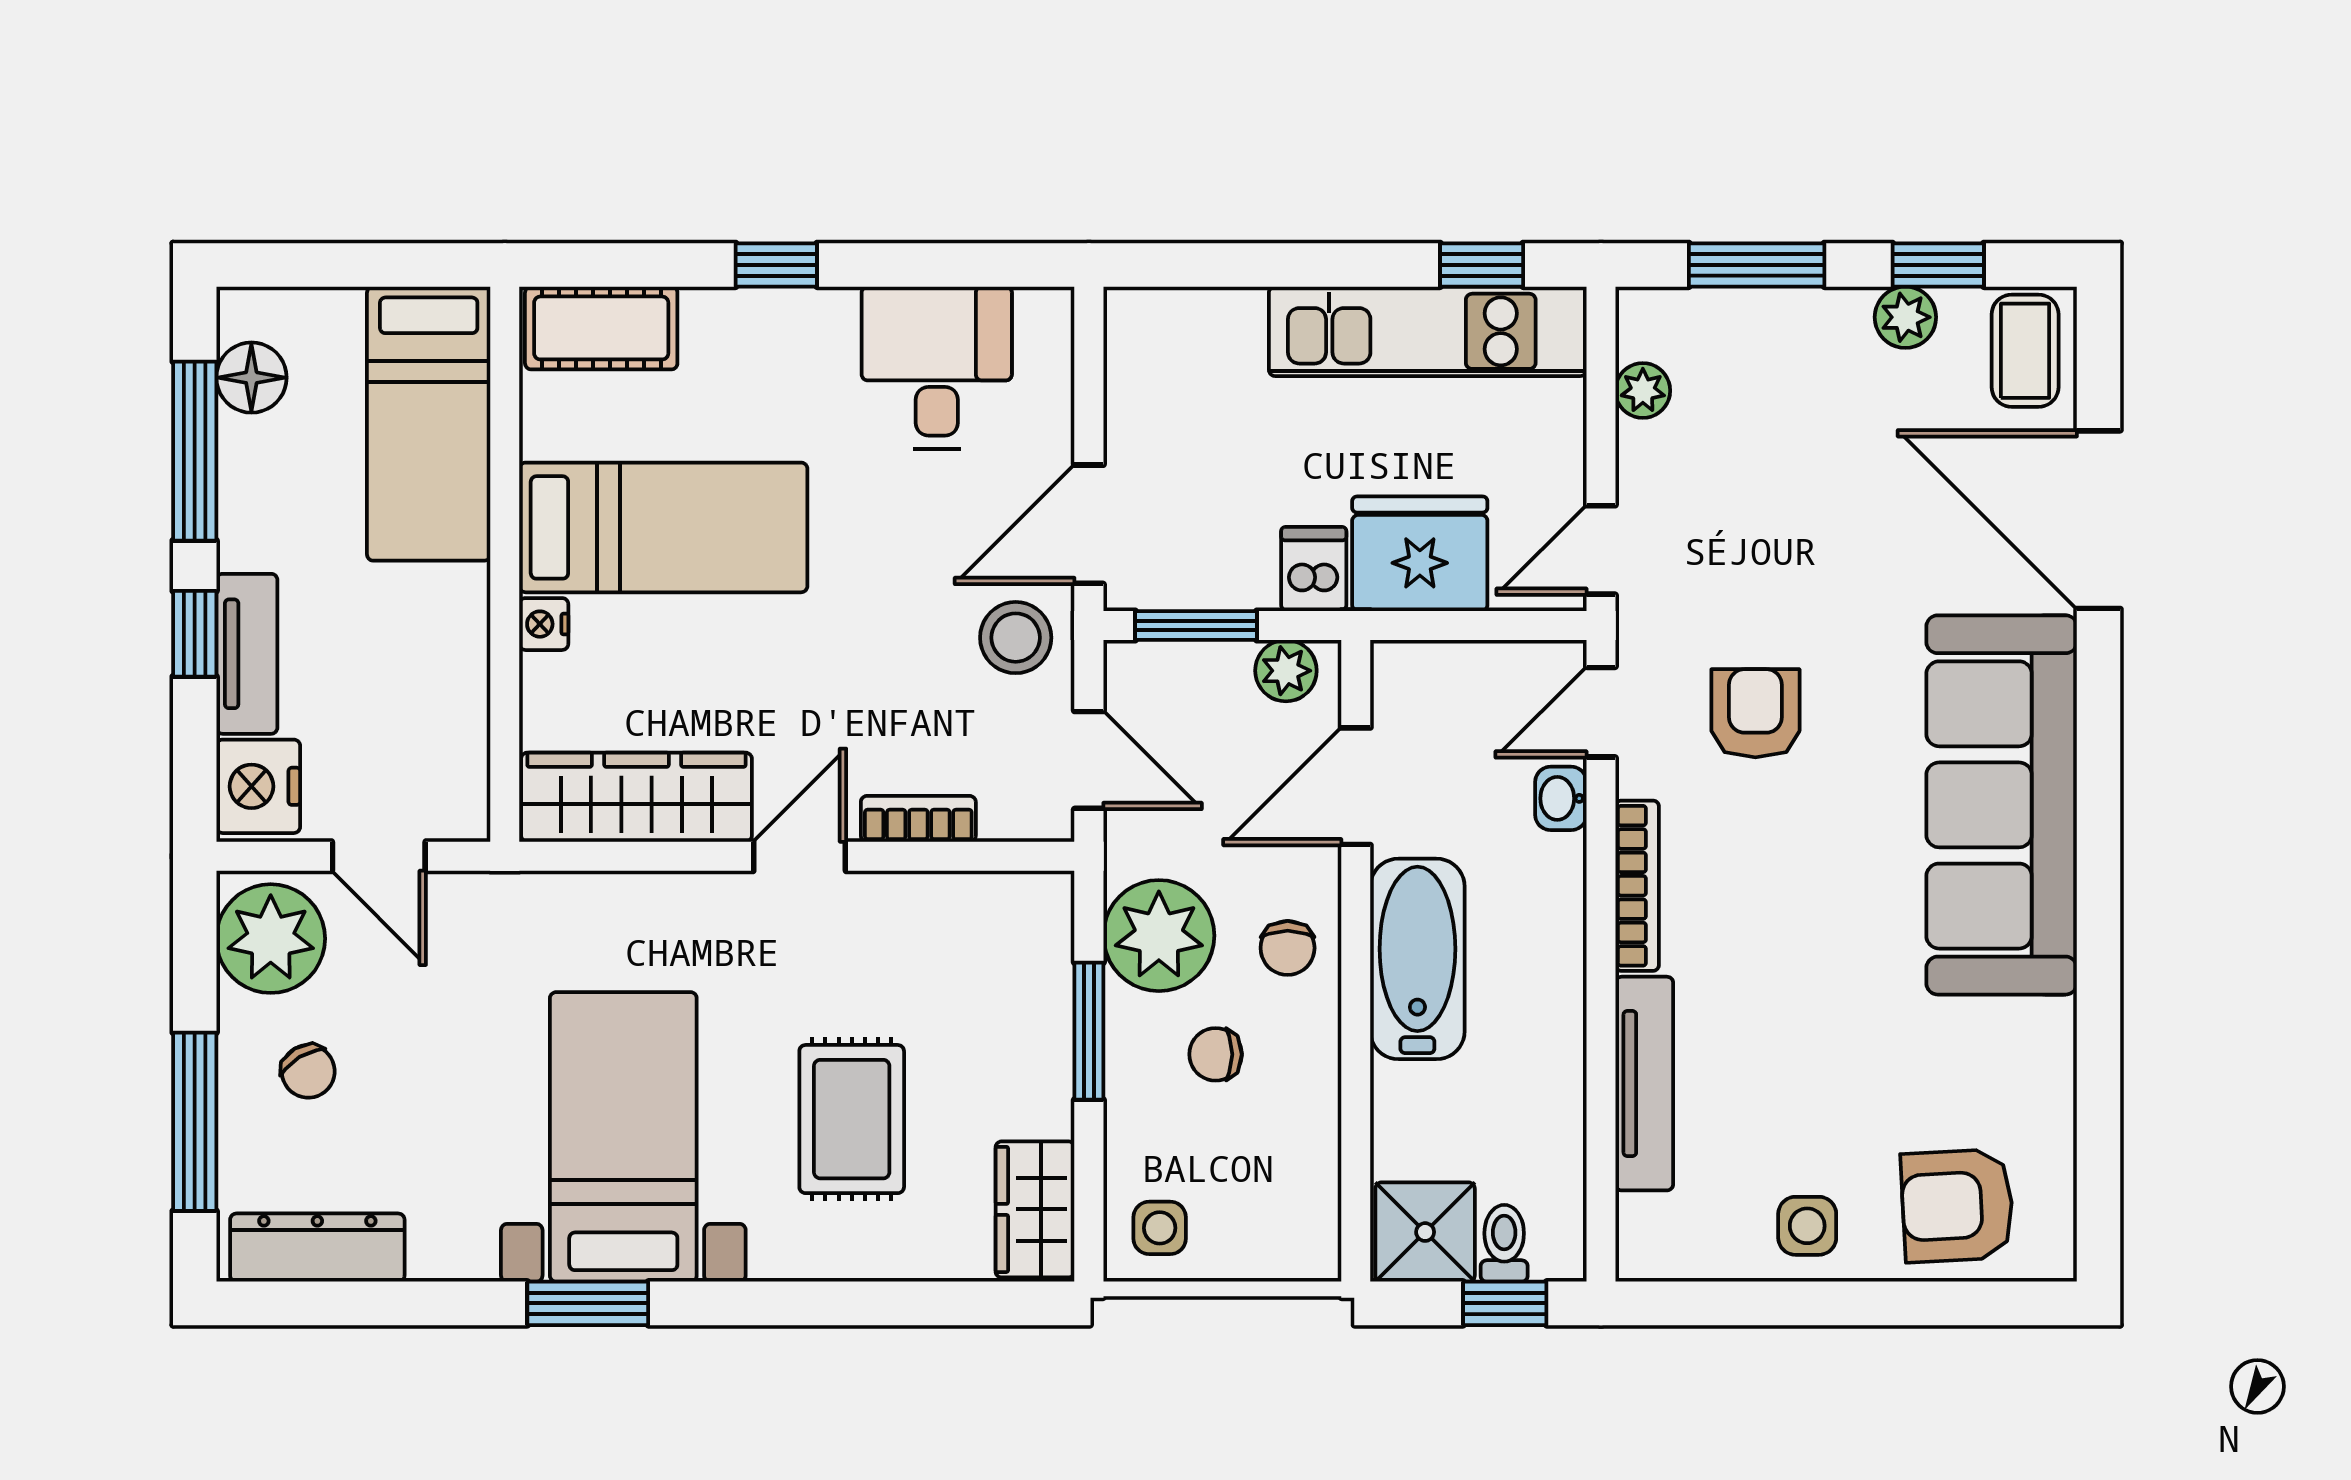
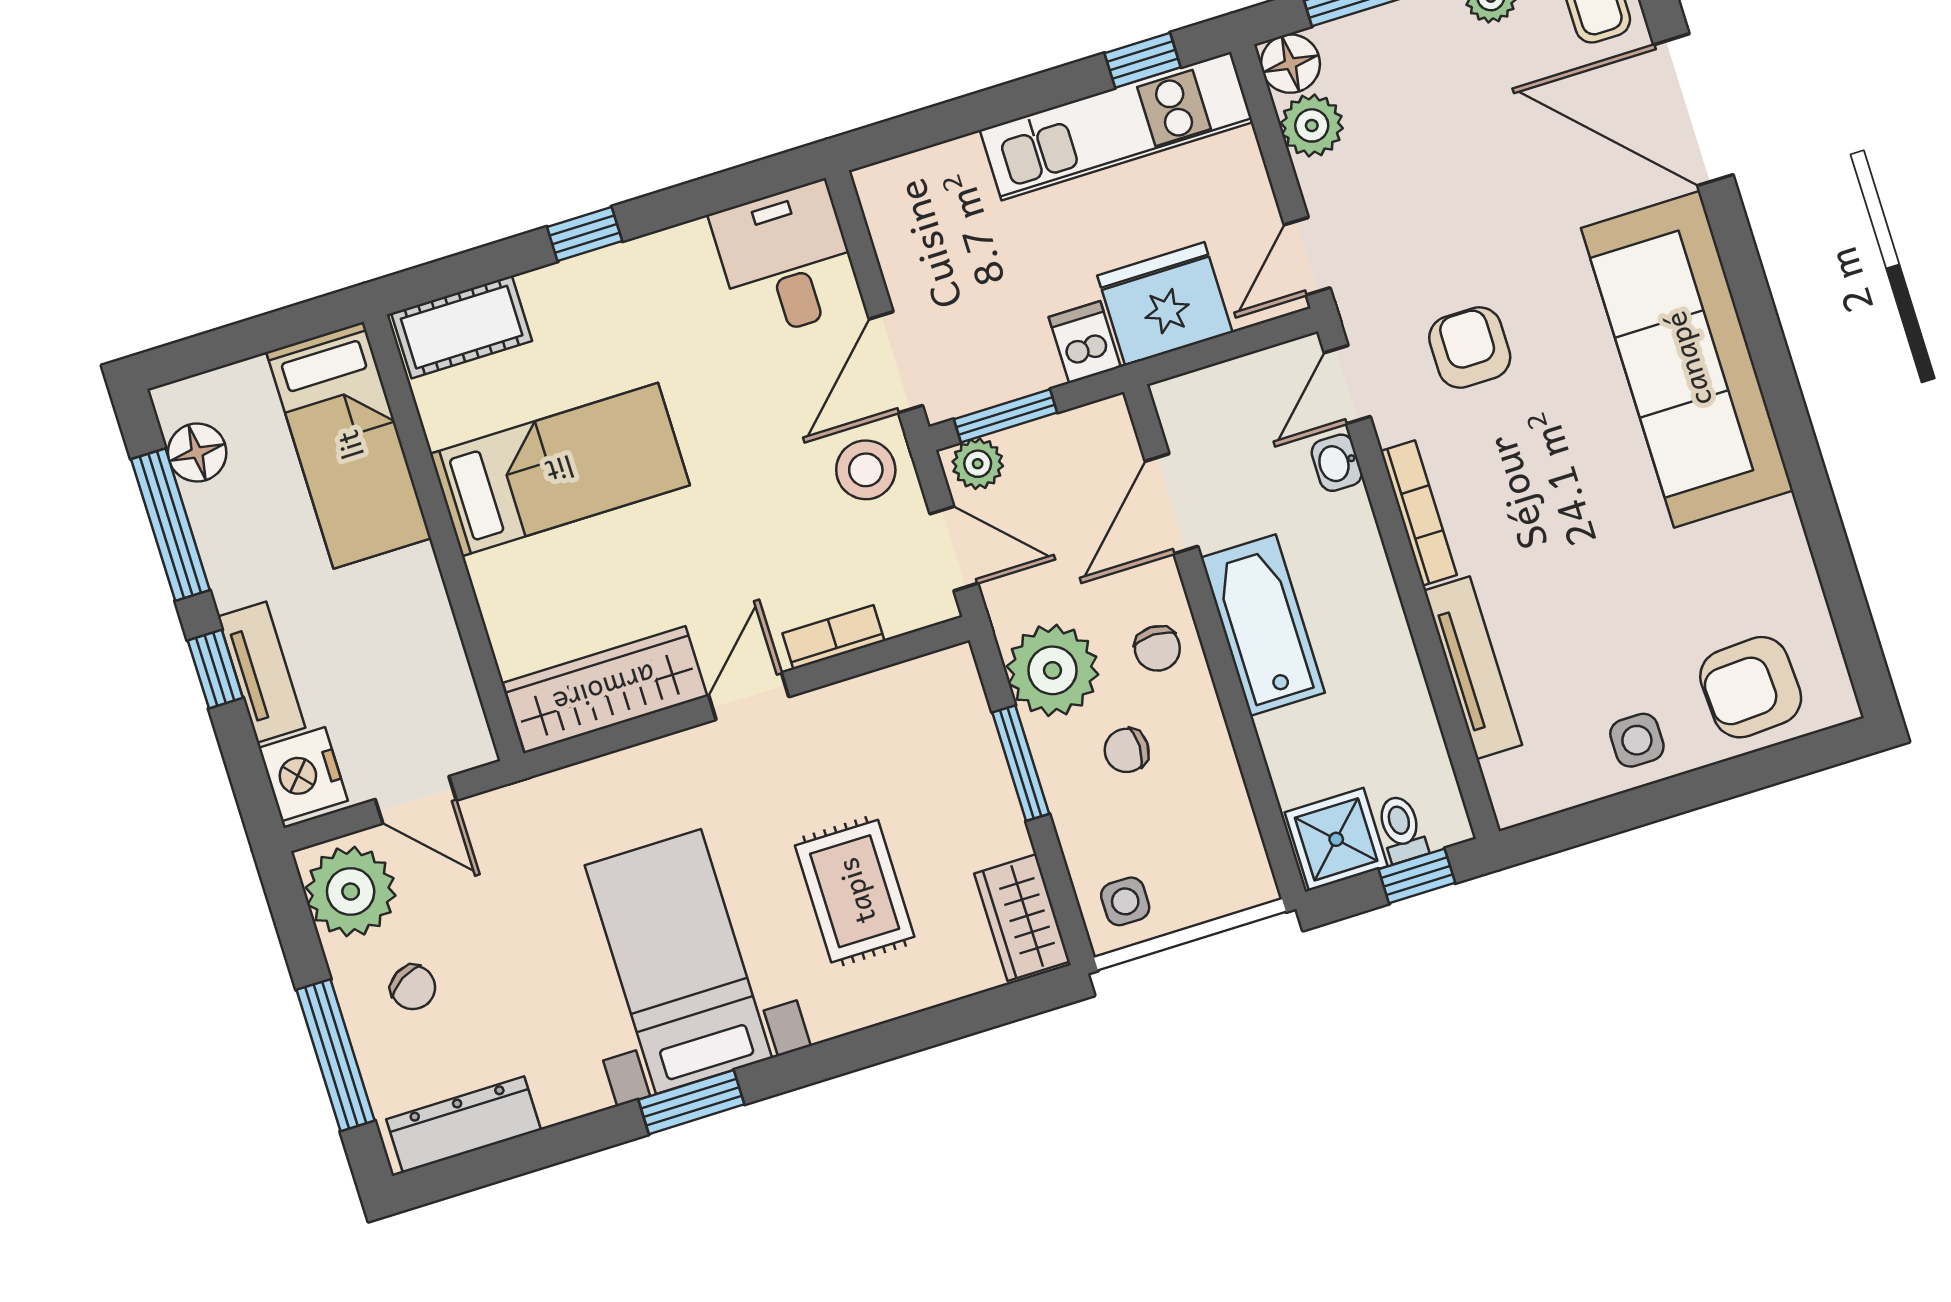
floor lamp: (1651, 322) -> (1290, 64), added
desk: (937, 368) -> (786, 260), moved
plant: (1643, 391) -> (1312, 125), width x1.38, depth x1.38
nightstand: (544, 624) -> (489, 575), removed
plant: (1286, 671) -> (978, 464), moved

